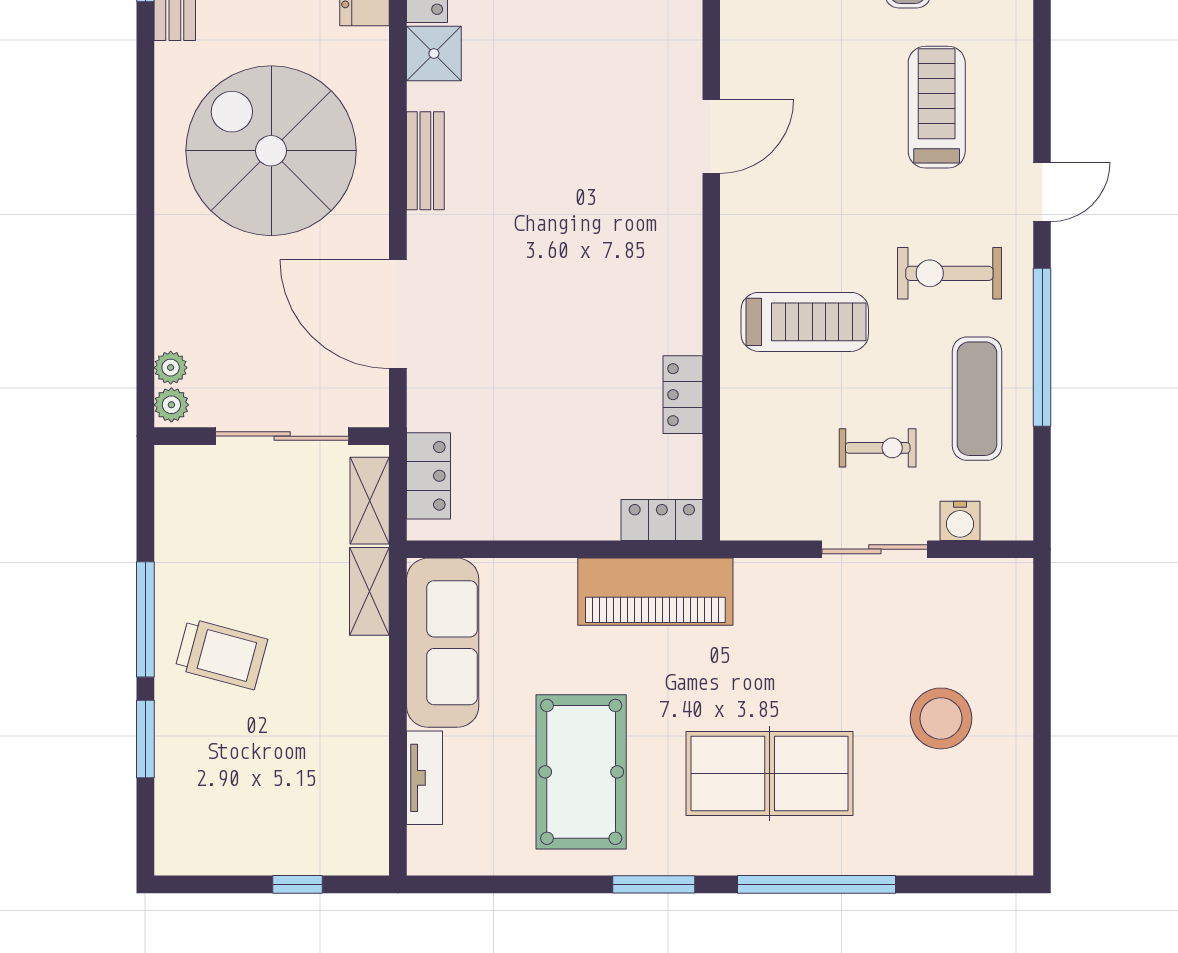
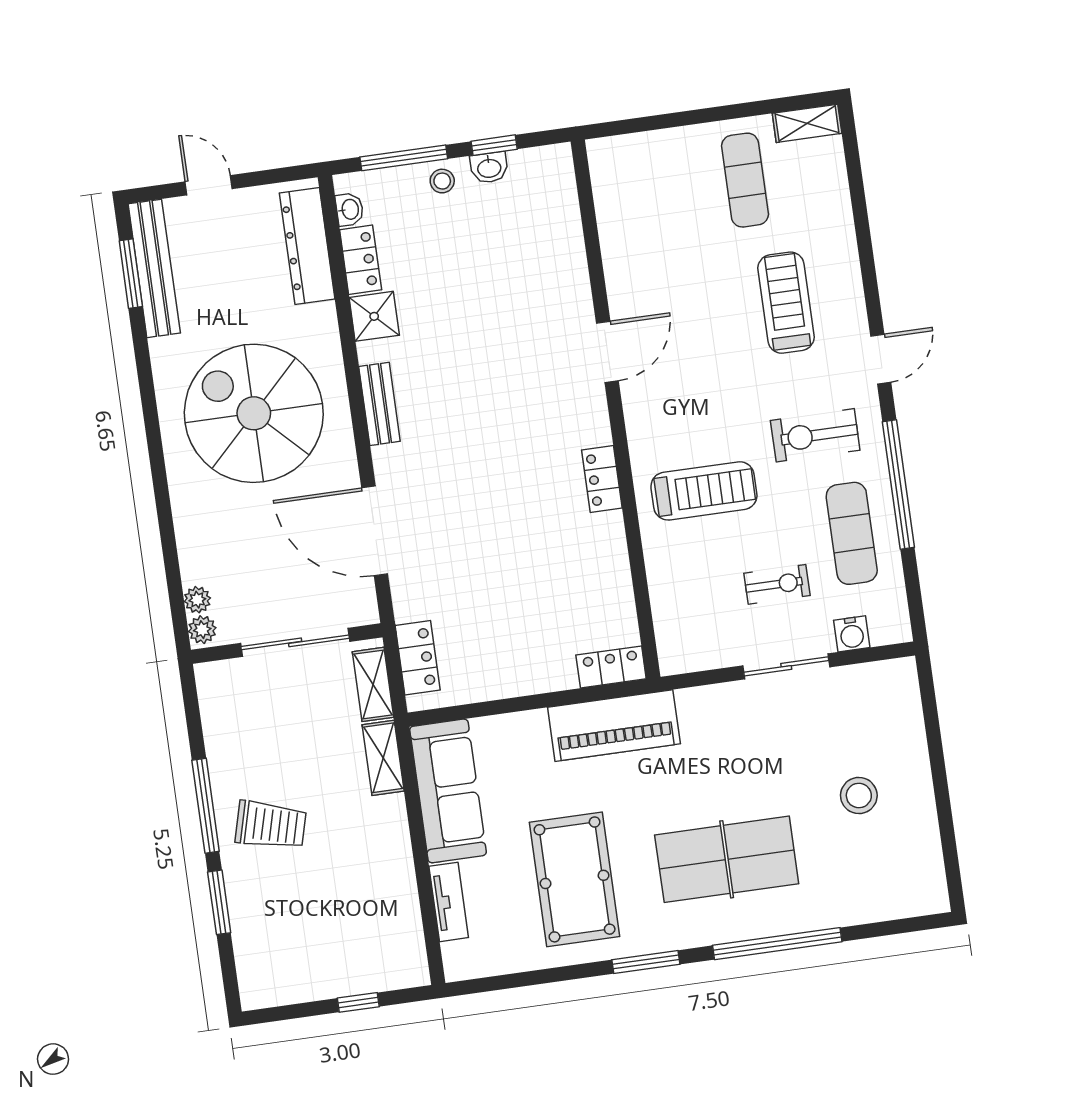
locker: (683, 395) -> (602, 479), moved
stool: (941, 718) -> (859, 796), width x0.73, depth x0.73

